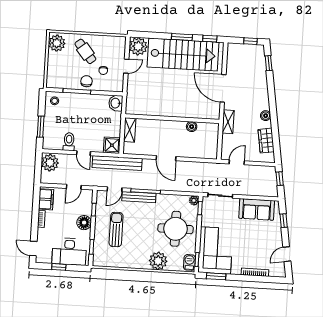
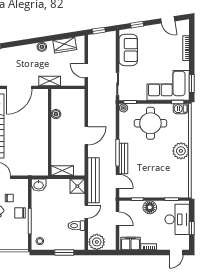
sun lounger: (116, 229) -> (154, 178), removed
plant: (158, 261) -> (181, 151), moved

